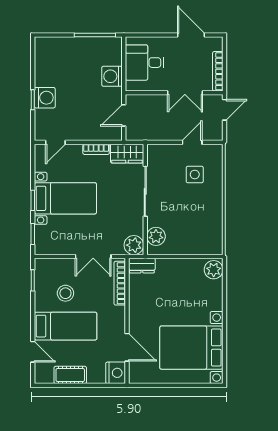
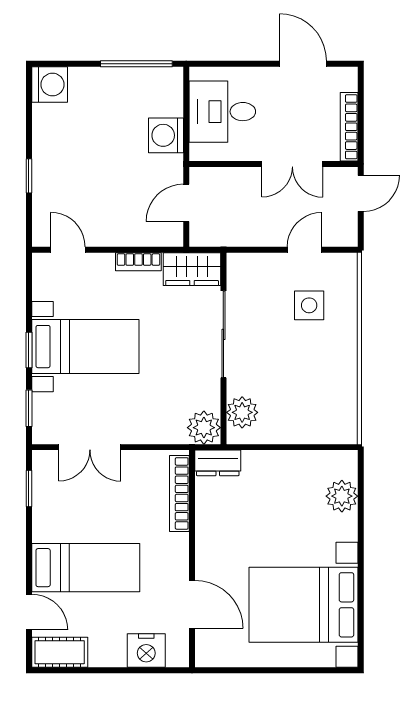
washing machine: (45, 98) -> (50, 85), moved
door: (55, 142) -> (68, 250), swing flipped
double door: (93, 256) -> (90, 447), moved
plant: (214, 270) -> (342, 496), moved
stool: (65, 293) -> (86, 511), removed
nightstand: (116, 373) -> (146, 651), moved, turned 90
cot: (70, 375) -> (60, 652), moved

